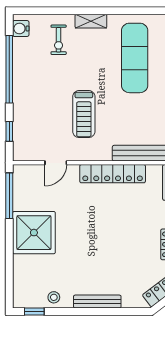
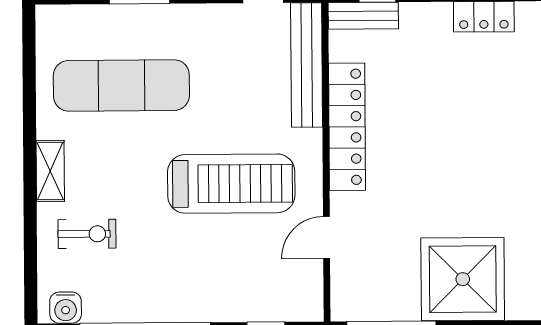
treadmill: (84, 114) -> (231, 184), width x1.37, depth x1.38
door: (56, 163) -> (327, 238), swing flipped

